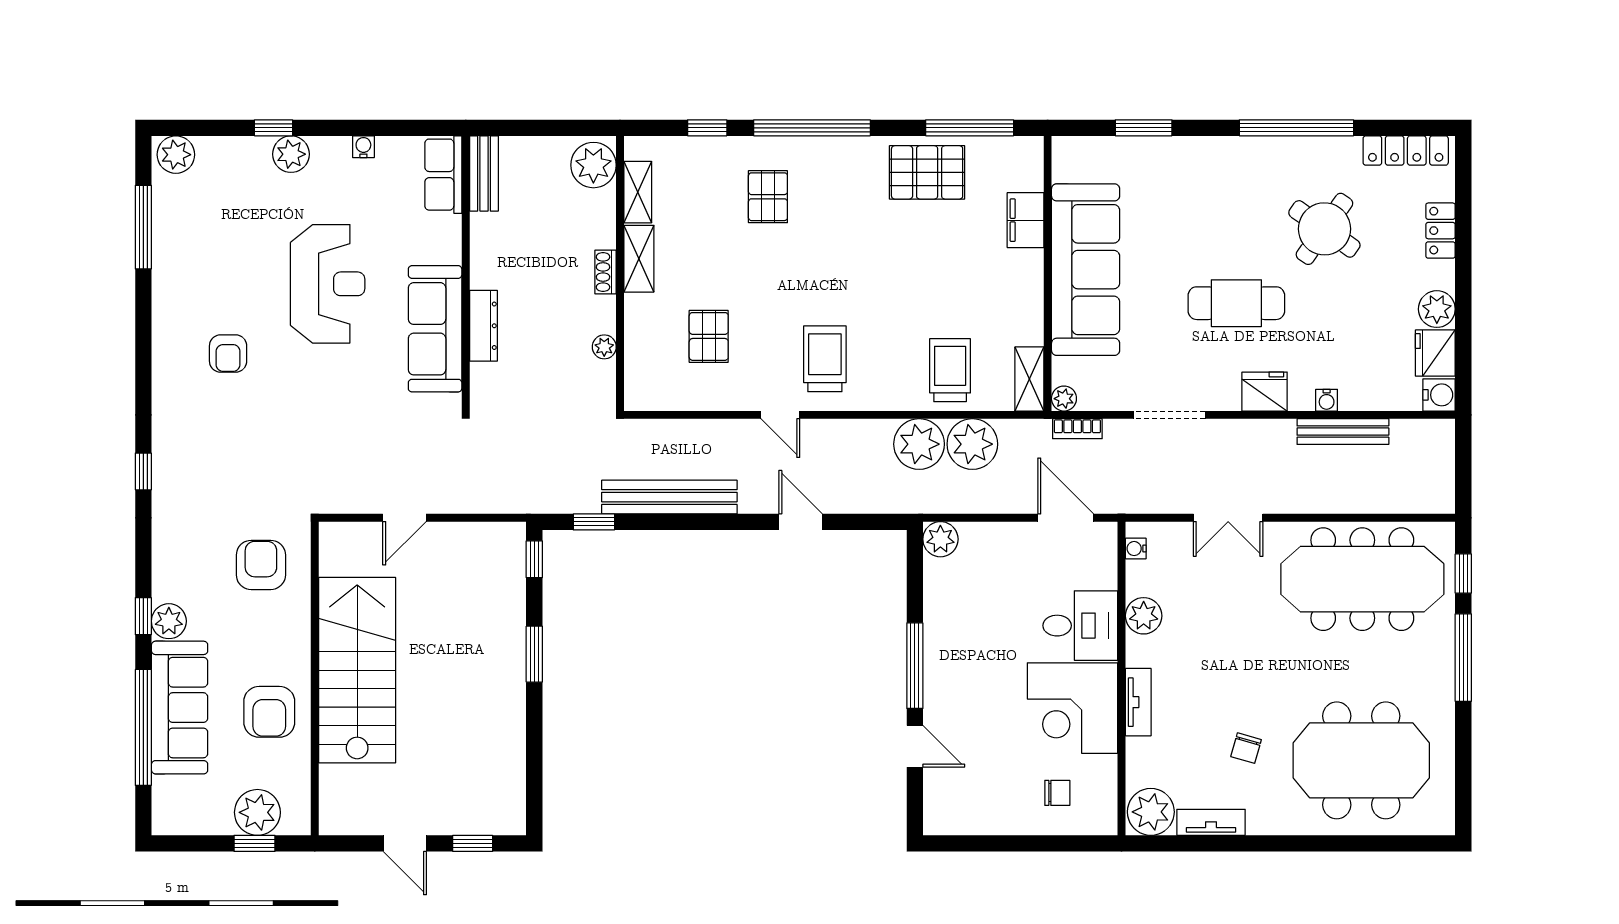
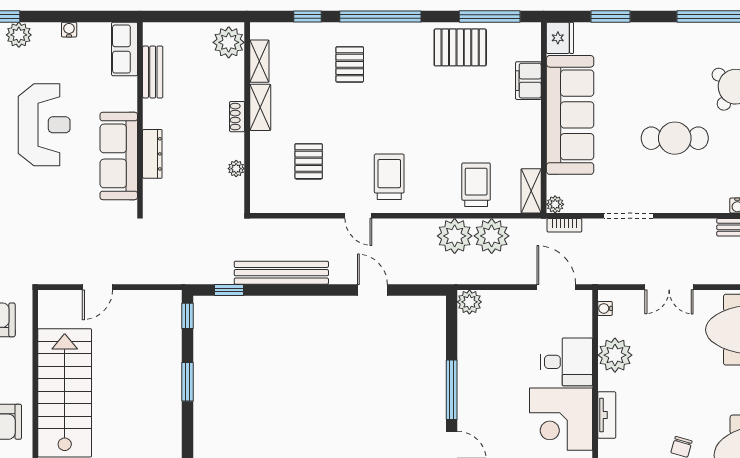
bench: (484, 173) -> (153, 72), moved
fridge: (1265, 392) -> (560, 38), moved, turned 90
plant: (1144, 616) -> (615, 355), width x1.36, depth x1.36

